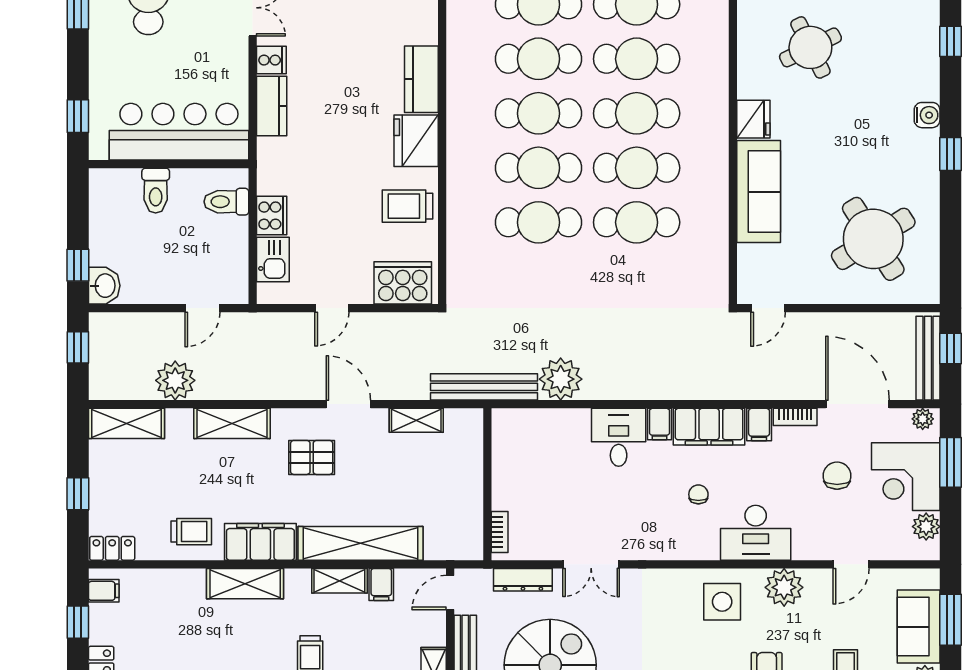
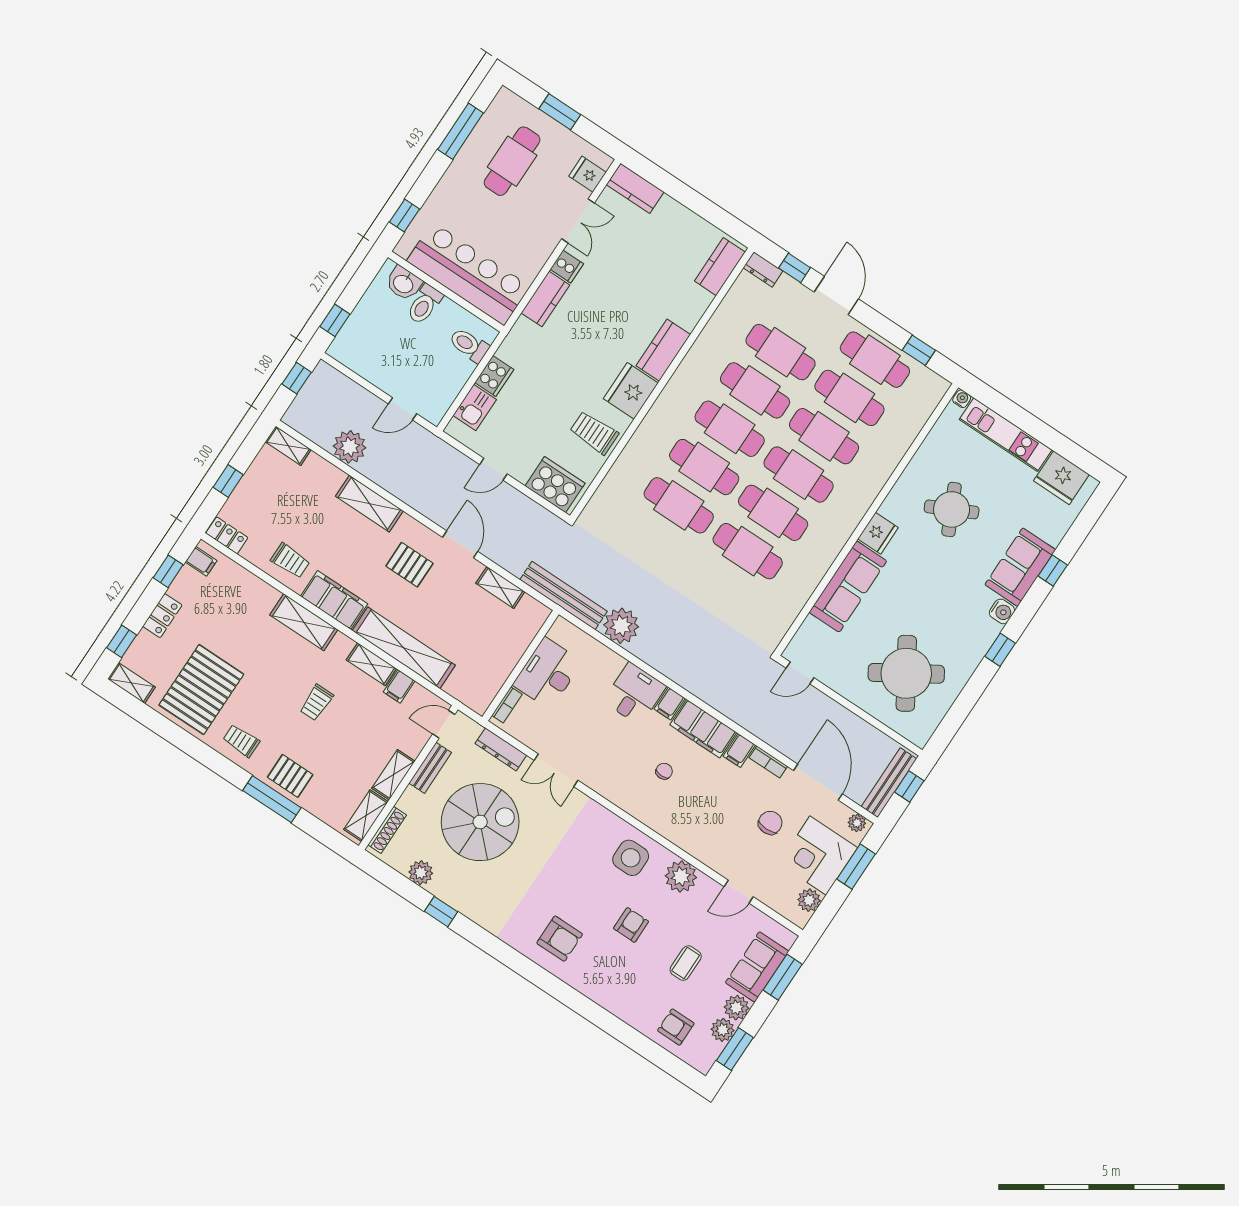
sofa: (916, 59) -> (1020, 567), added
washbasin: (104, 286) -> (404, 283), moved, turned 90
shelving: (126, 423) -> (288, 446), width x0.67, depth x0.75
desk: (756, 533) -> (547, 673), moved, turned 90

